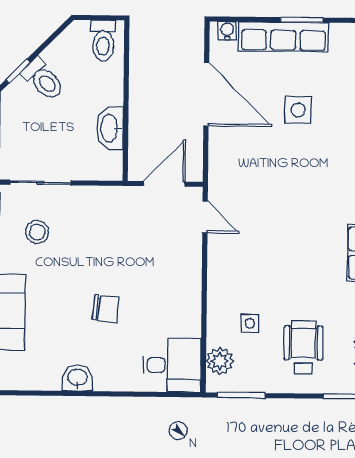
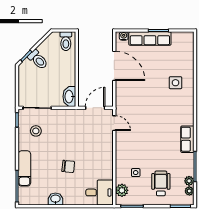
side table: (298, 110) -> (176, 83), moved
washbasin: (110, 128) -> (69, 97), moved

